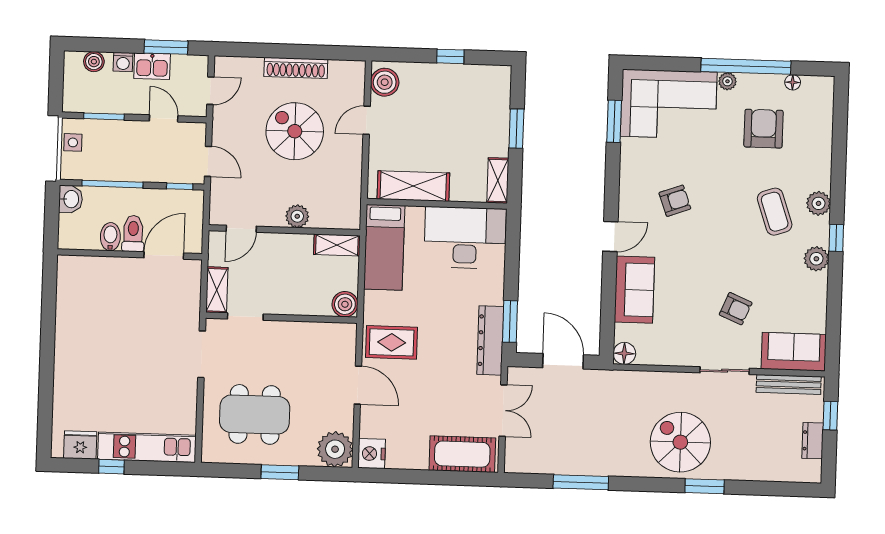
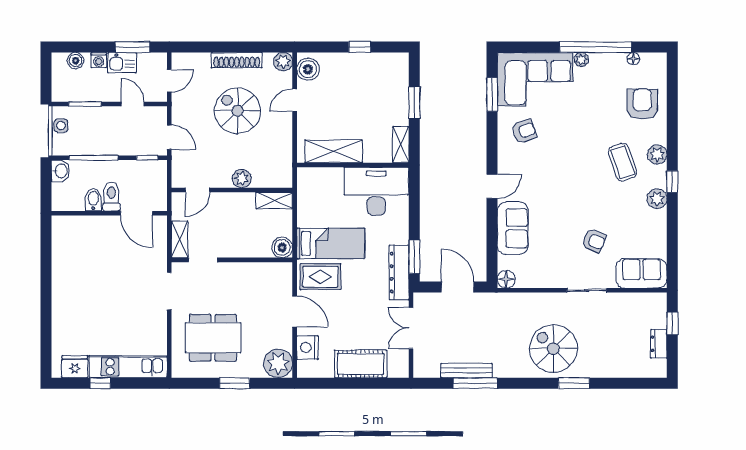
plant: (354, 72) -> (283, 62), added
armchair: (764, 129) -> (642, 104), moved
armchair: (675, 201) -> (524, 131), moved
bed: (384, 247) -> (331, 243), moved, turned -90
door: (164, 255) -> (136, 213), swing flipped
bench: (789, 384) -> (467, 371), moved
double door: (503, 411) -> (411, 328), swing flipped
nightstand: (372, 454) -> (307, 348), moved
cot: (462, 454) -> (361, 364), moved

